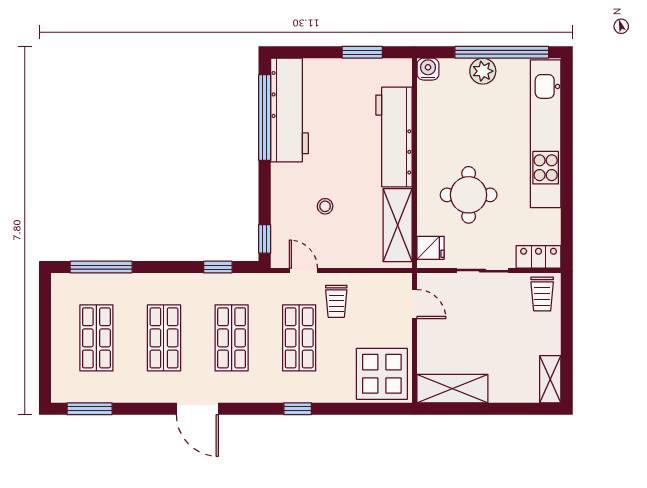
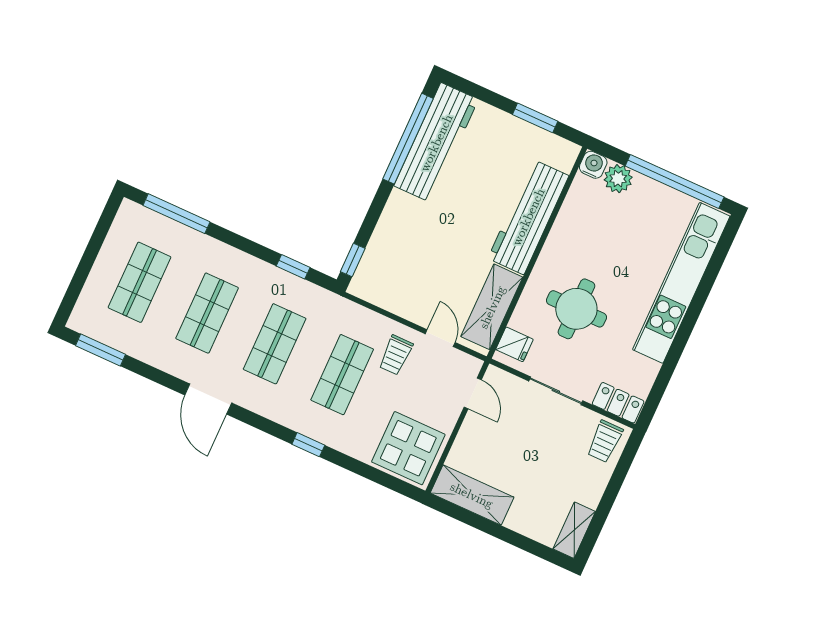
plant: (483, 71) -> (618, 179), moved
stool: (325, 206) -> (428, 255), removed
door: (303, 271) -> (440, 338), moved

